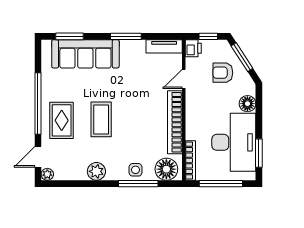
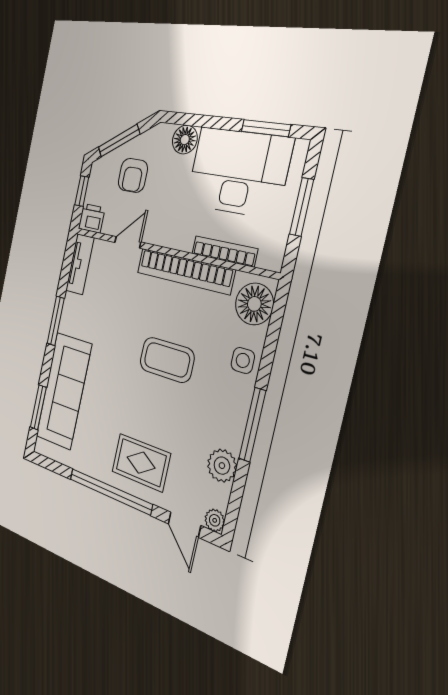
door: (184, 79) -> (128, 242), swing flipped
coffee table: (101, 119) -> (167, 360), moved
bookcase: (190, 161) -> (224, 251), moved
plant: (96, 171) -> (222, 466), moved
window: (138, 184) -> (252, 425), moved
window: (221, 184) -> (302, 207), width x0.69

